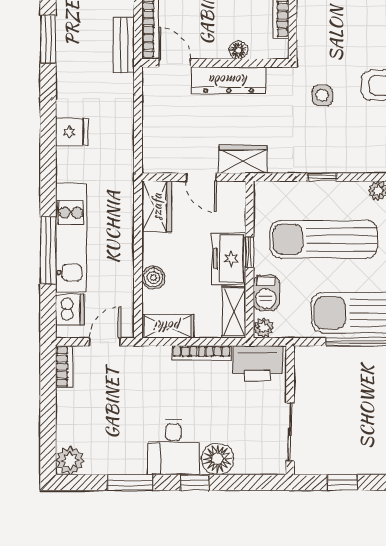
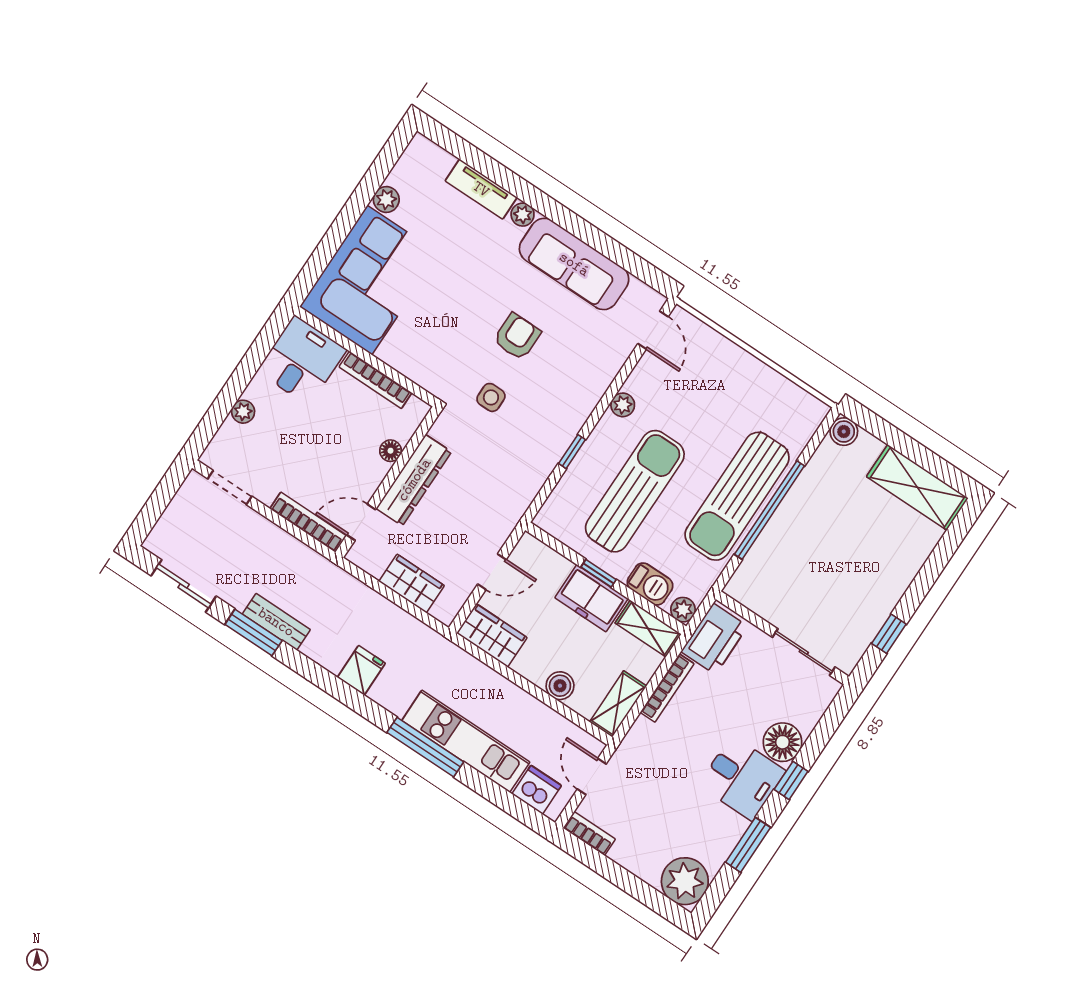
bench: (124, 45) -> (276, 622), moved
wardrobe: (243, 159) -> (412, 584), moved, turned 90
sun lounger: (324, 239) -> (635, 491), turned 180
window: (48, 251) -> (425, 747), moved
plant: (70, 461) -> (685, 881), width x1.36, depth x1.36

